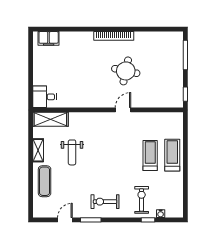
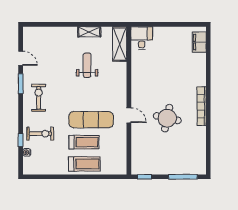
weight bench: (72, 152) -> (87, 65), turned 90
exercise mat: (45, 181) -> (91, 120), moved, width x1.36, depth x1.45

